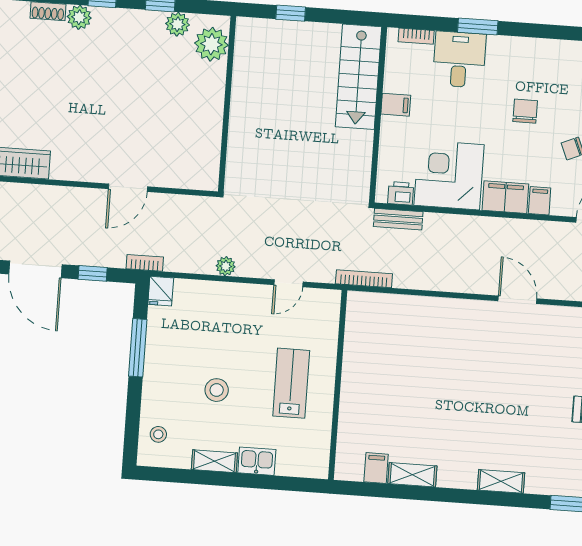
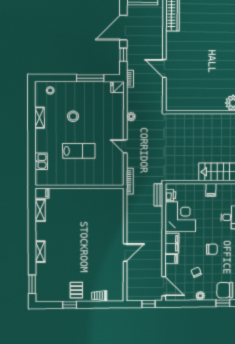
wall: (338, 385) -> (80, 187), moved
kitchen sink: (257, 461) -> (41, 161), moved

